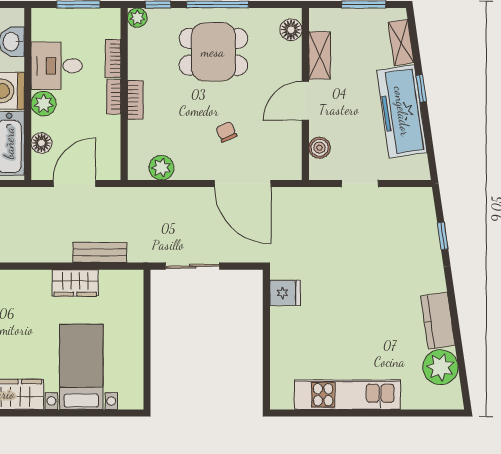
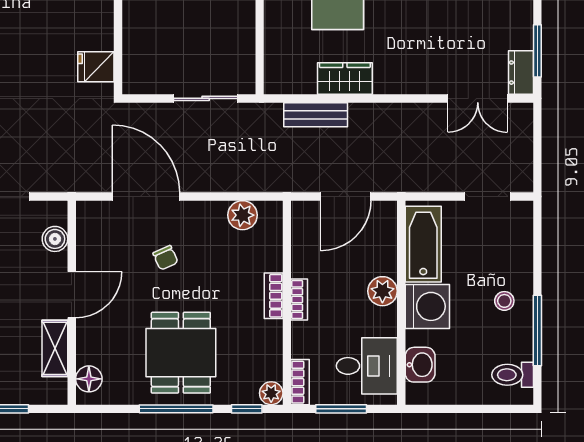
dining table: (213, 52) -> (181, 353), turned 90
bookcase: (113, 58) -> (300, 382), moved
desk: (57, 66) -> (367, 366), moved
floor lamp: (42, 143) -> (385, 245), removed

